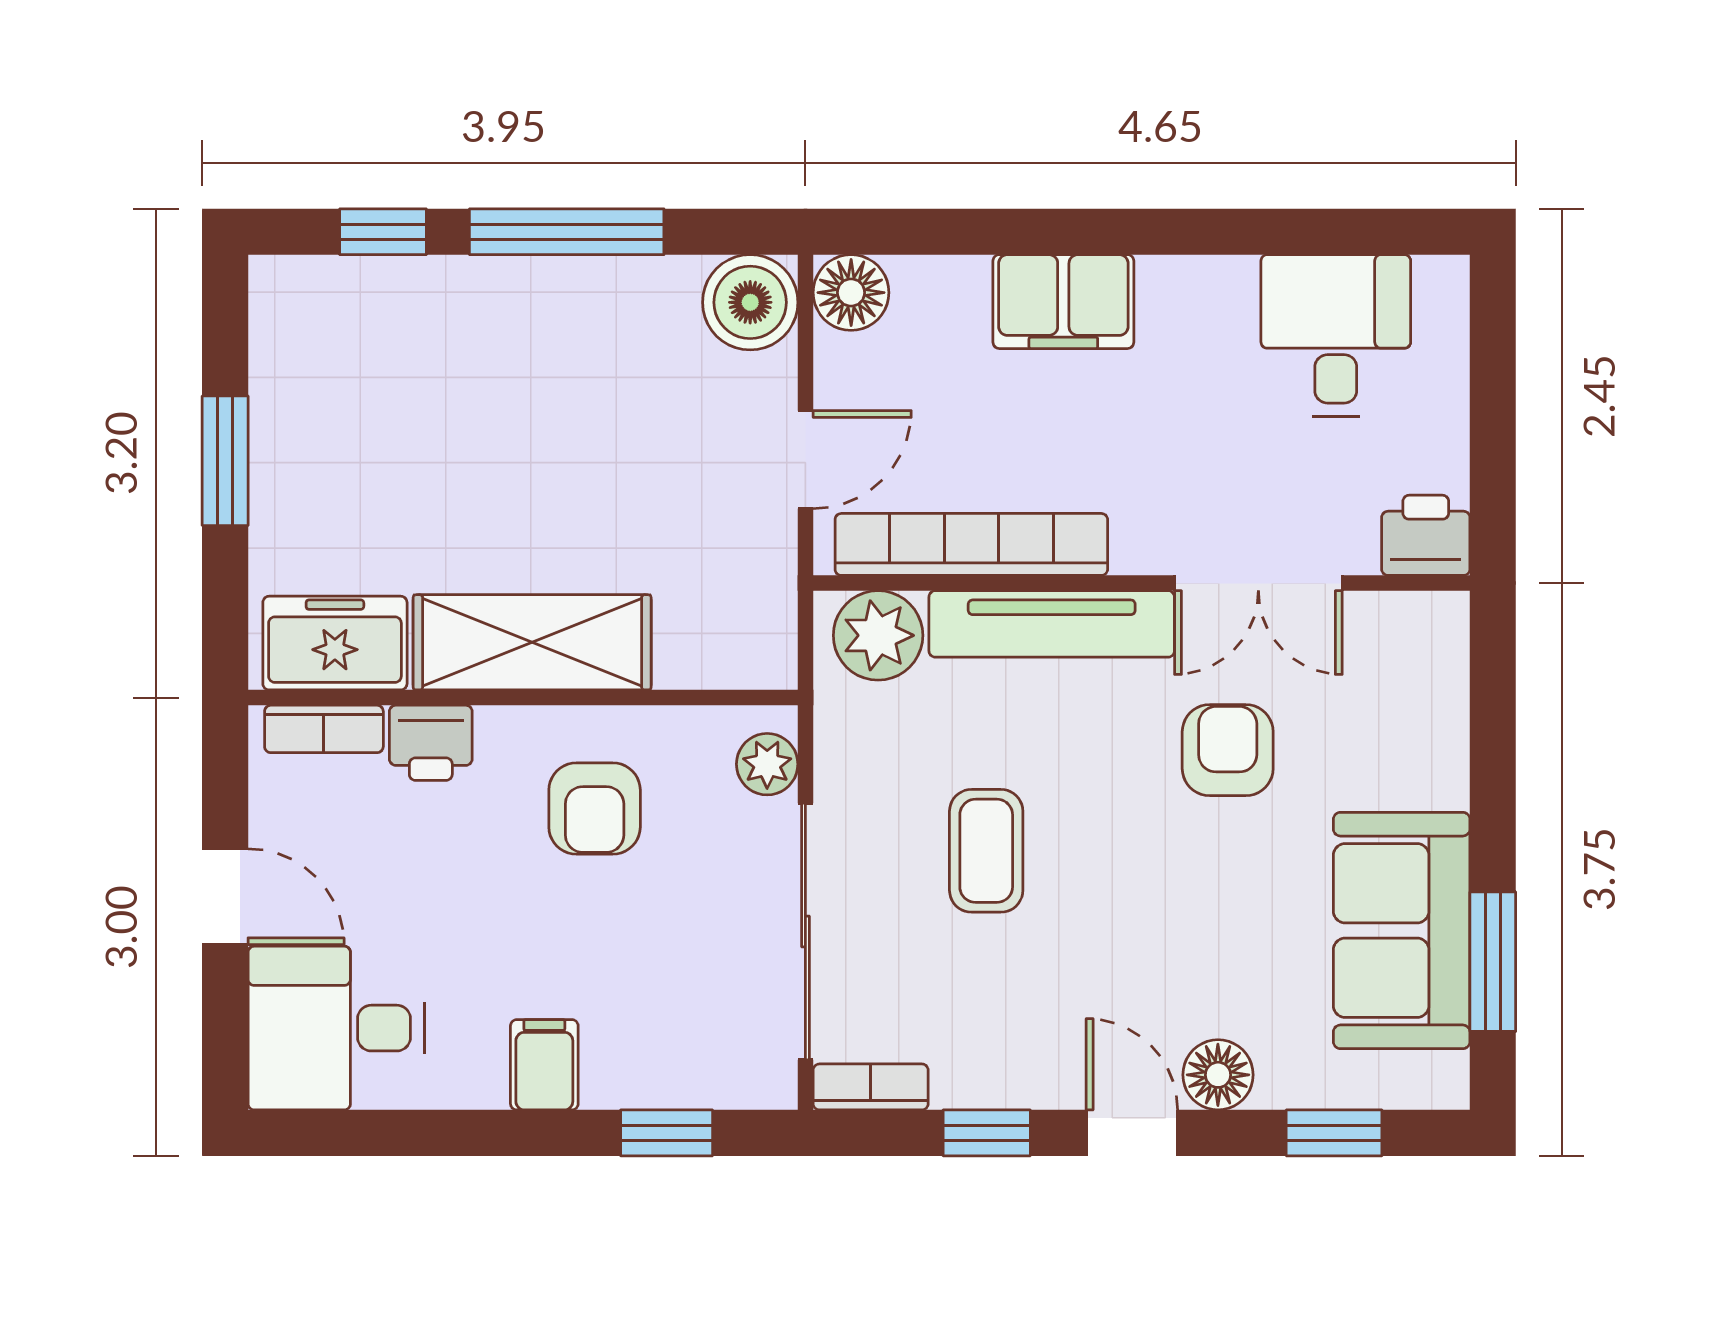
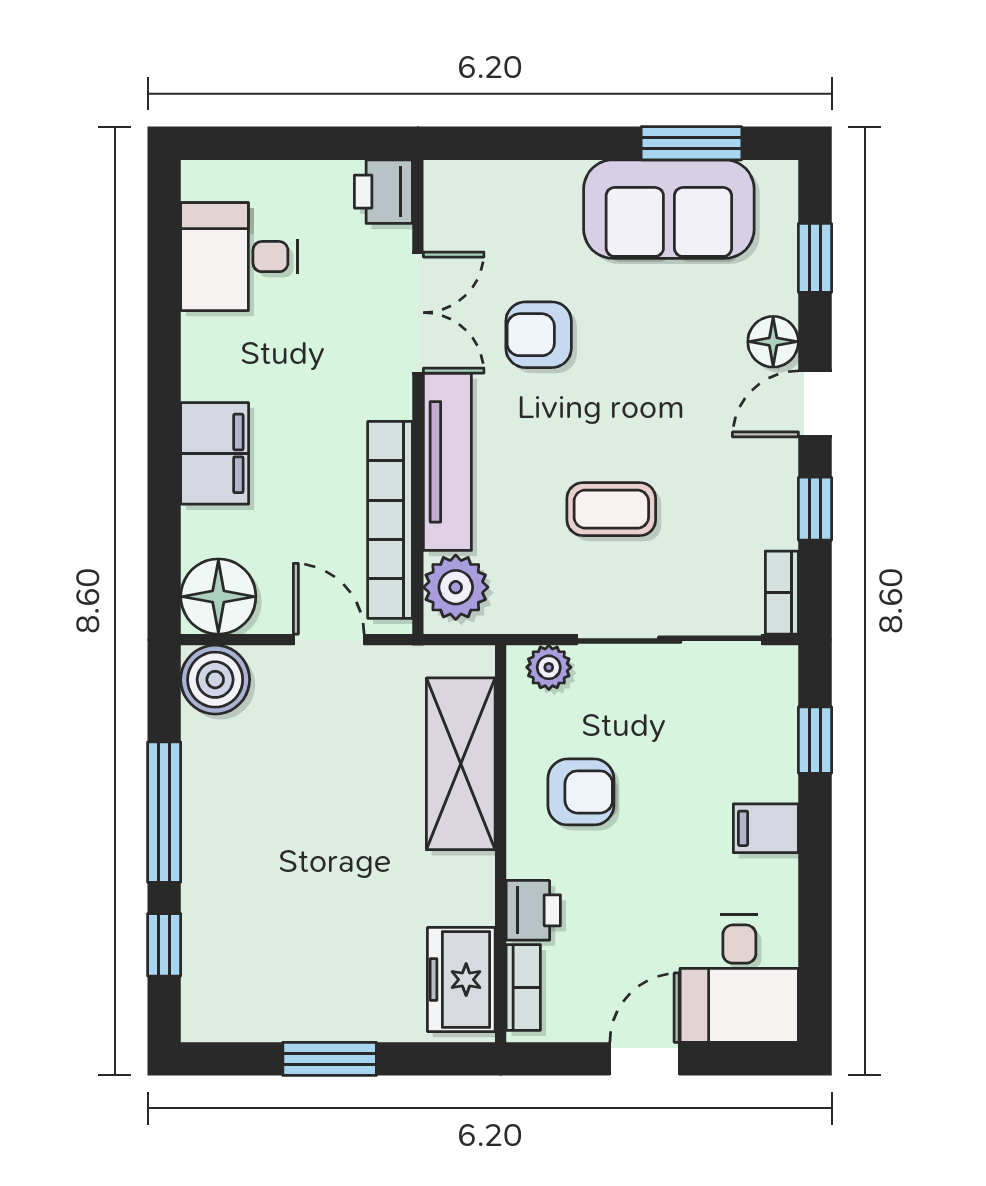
floor lamp: (851, 293) -> (218, 597), width x1.38, depth x1.38
shelving: (532, 642) -> (461, 764), moved

